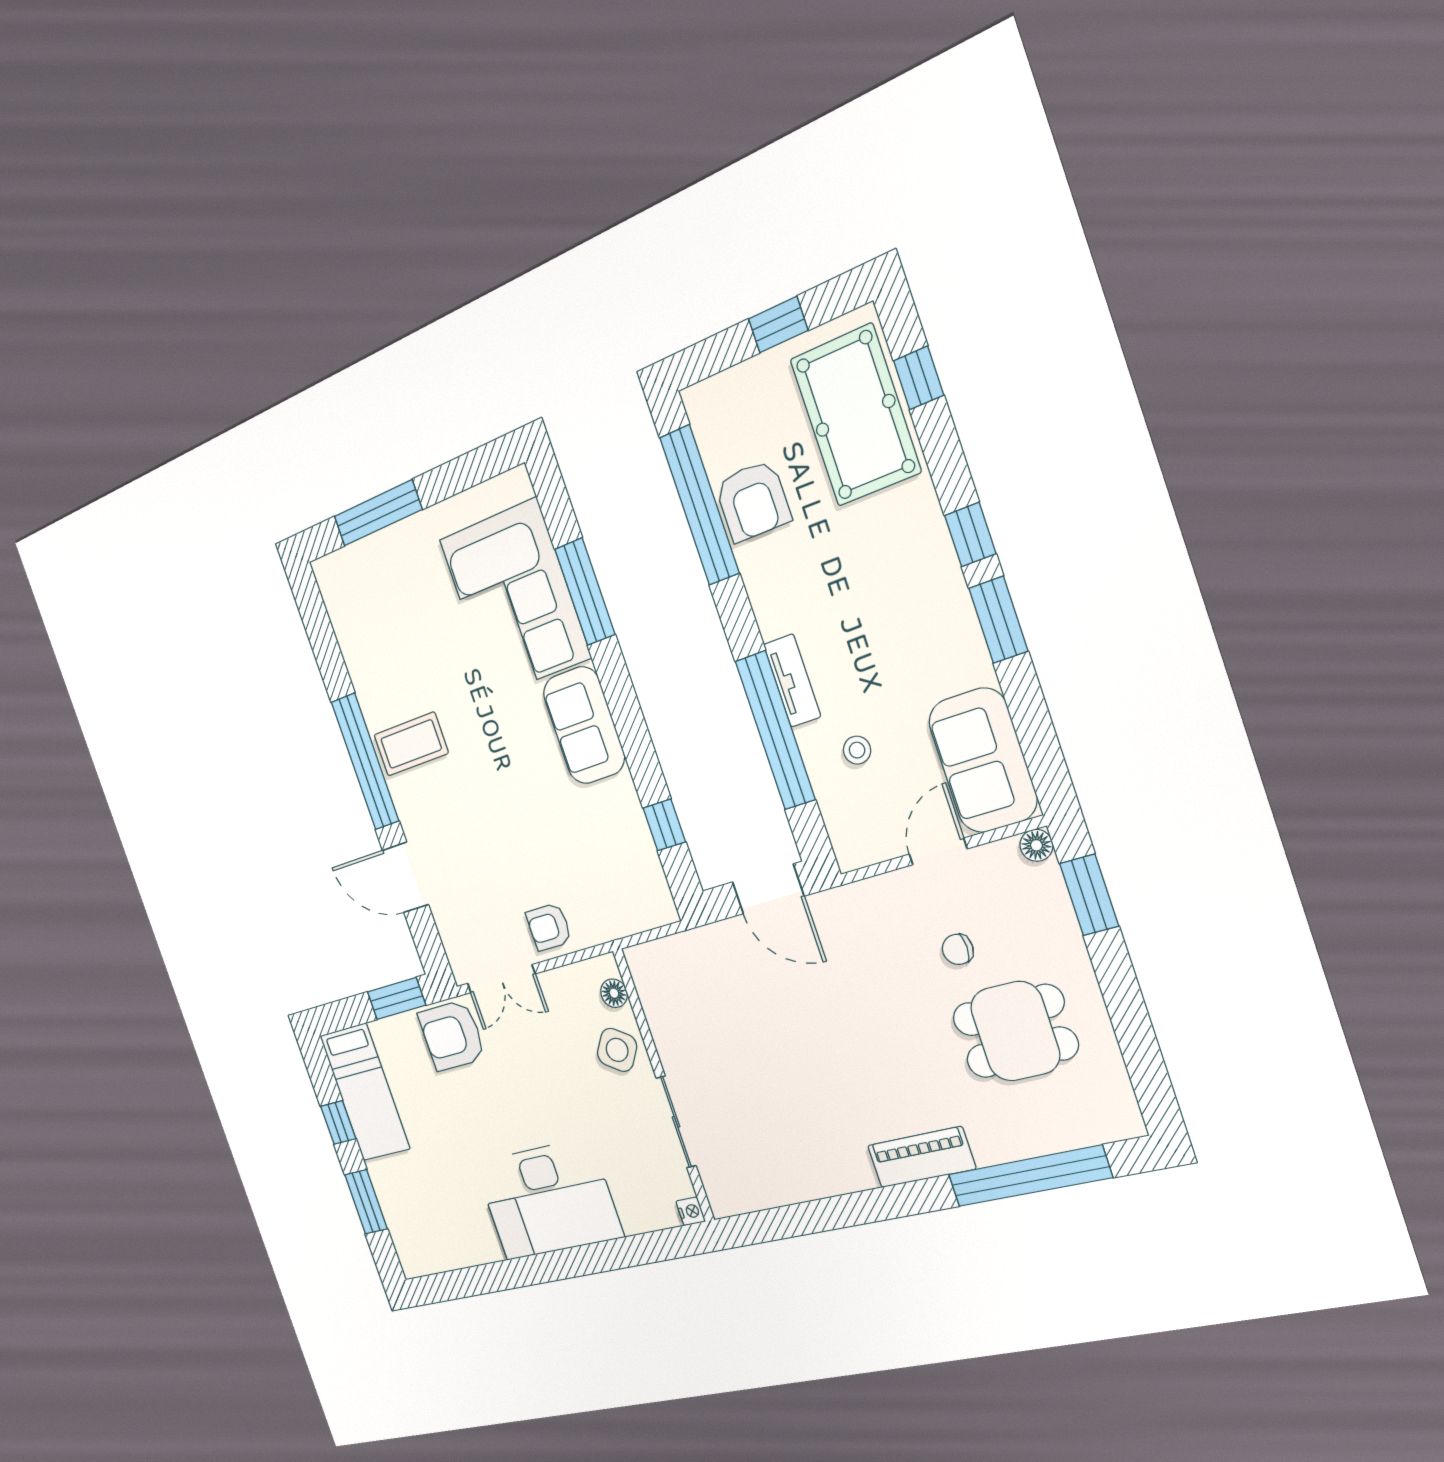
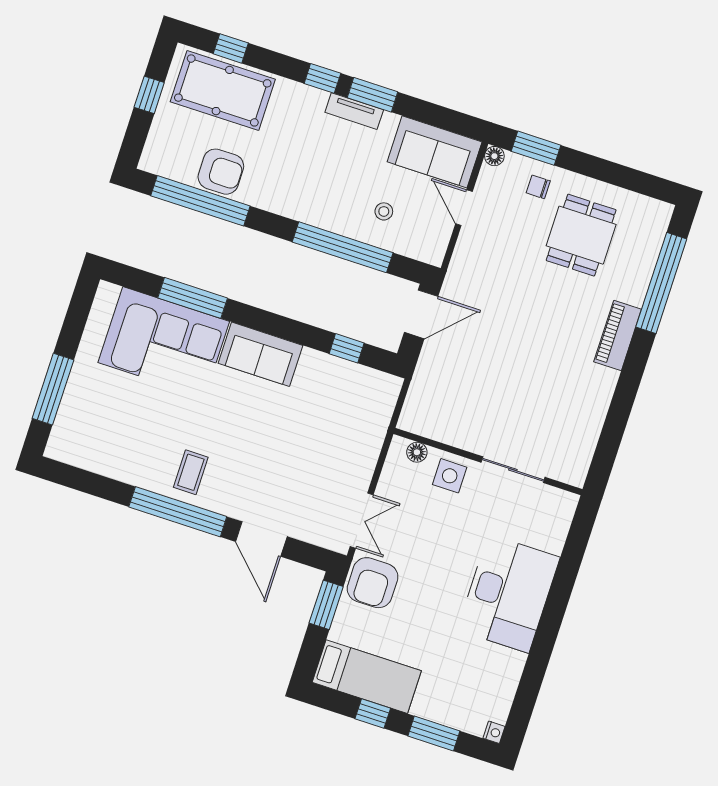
tv unit: (792, 681) -> (354, 111), moved, turned 180
coffee table: (411, 744) -> (191, 472), width x0.73, depth x0.77
door: (405, 877) -> (261, 539), hinge flipped
armchair: (549, 927) -> (353, 465), removed
chair: (958, 949) -> (538, 187), moved, turned 90
side table: (617, 1050) -> (450, 476), turned -34
nightstand: (691, 1211) -> (494, 732), moved, turned 90

